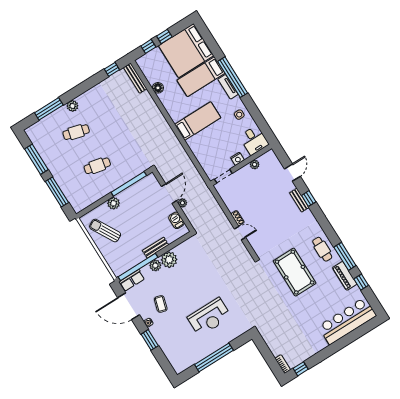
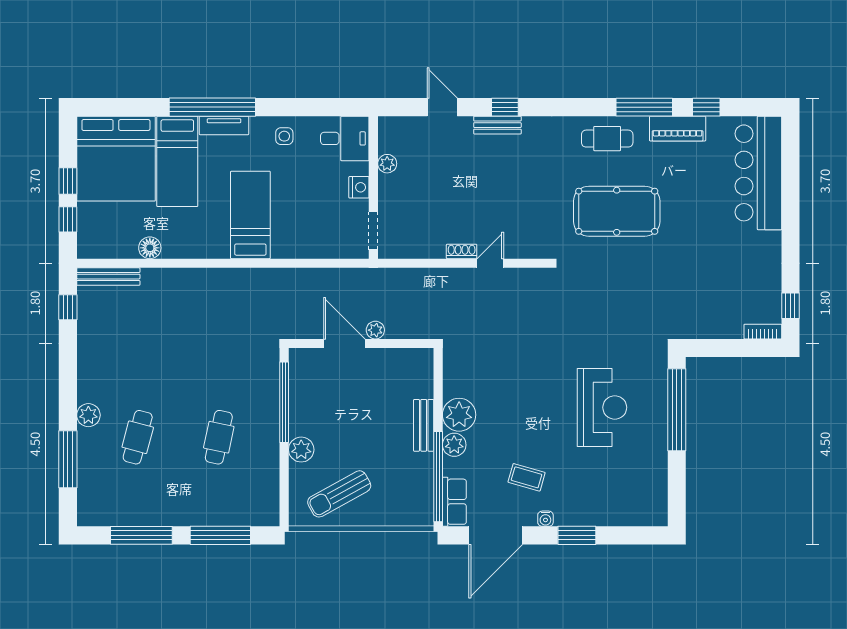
barbecue: (176, 220) -> (399, 359), removed
window: (214, 357) -> (677, 410), moved

